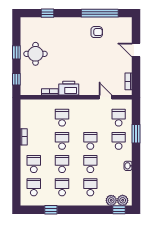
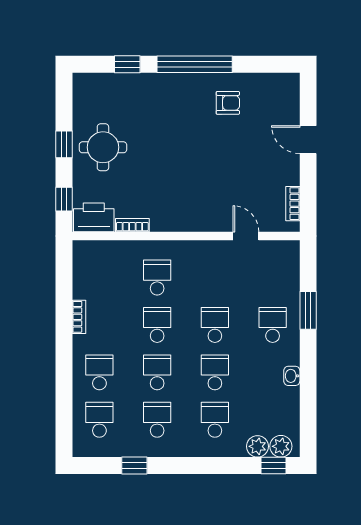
window: (100, 13) -> (195, 64), moved
printer: (69, 88) -> (94, 217), moved
school desk: (119, 118) -> (273, 278), removed

